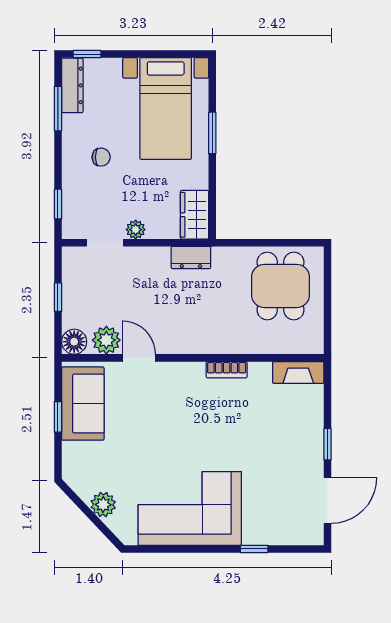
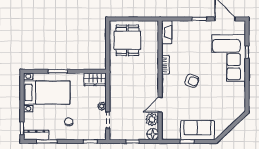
dresser: (191, 257) -> (114, 81), removed
dining table: (281, 286) -> (127, 40), turned 90
sofa: (83, 404) -> (197, 130), moved
armchair: (191, 428) -> (192, 81), added
plant: (103, 505) -> (227, 121), removed
corner sofa: (190, 508) -> (229, 58), moved

